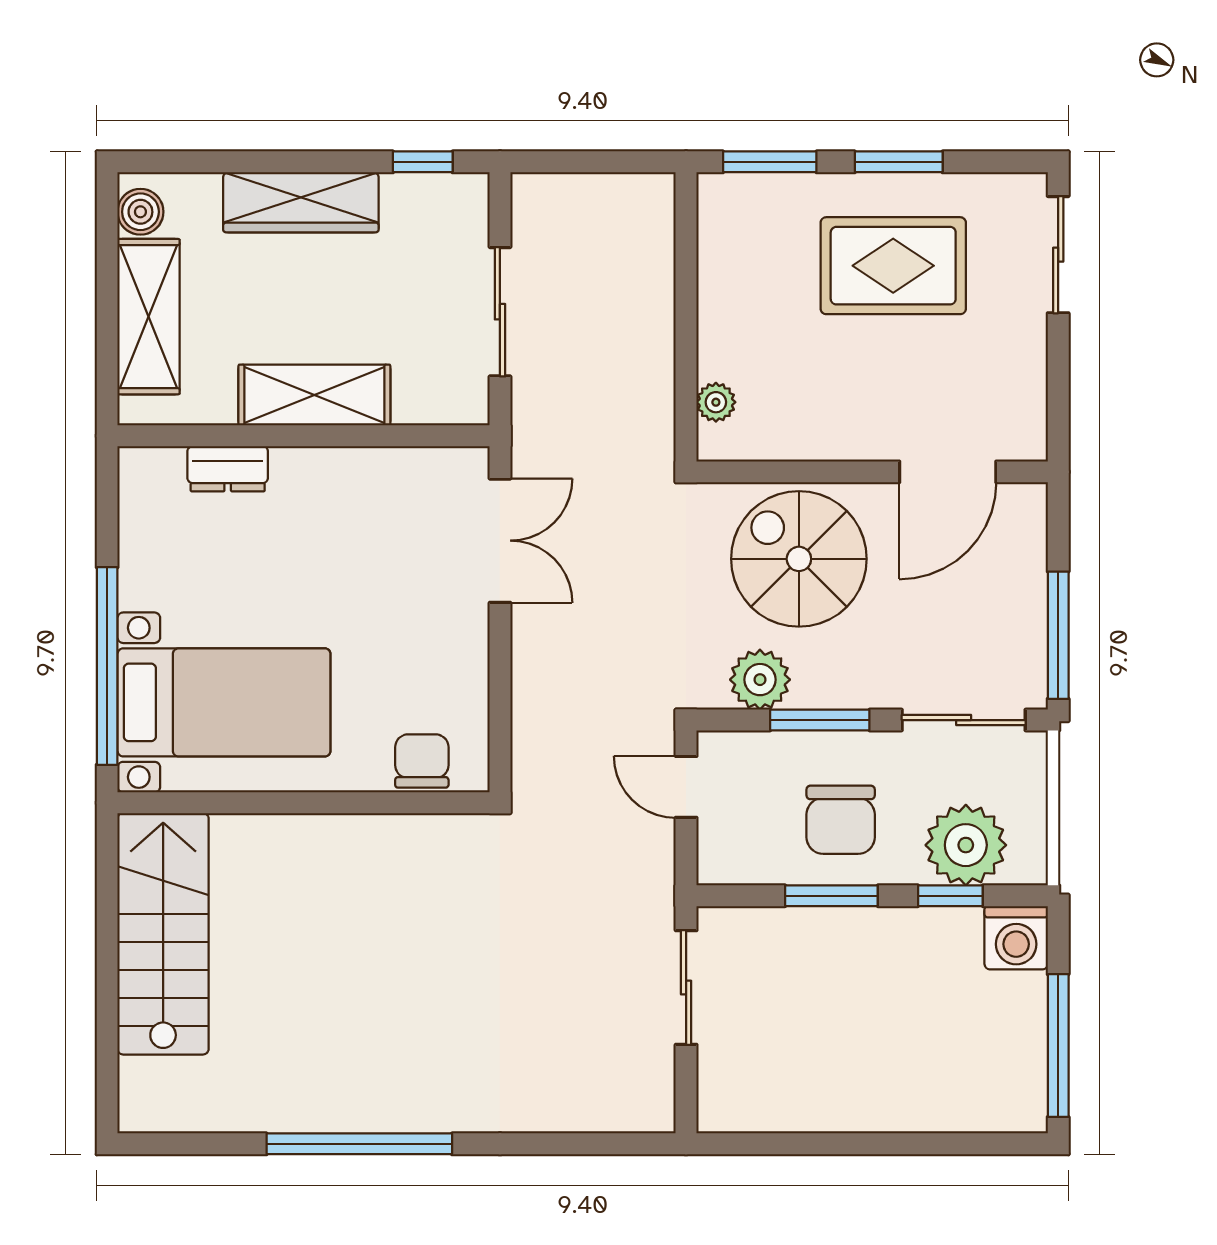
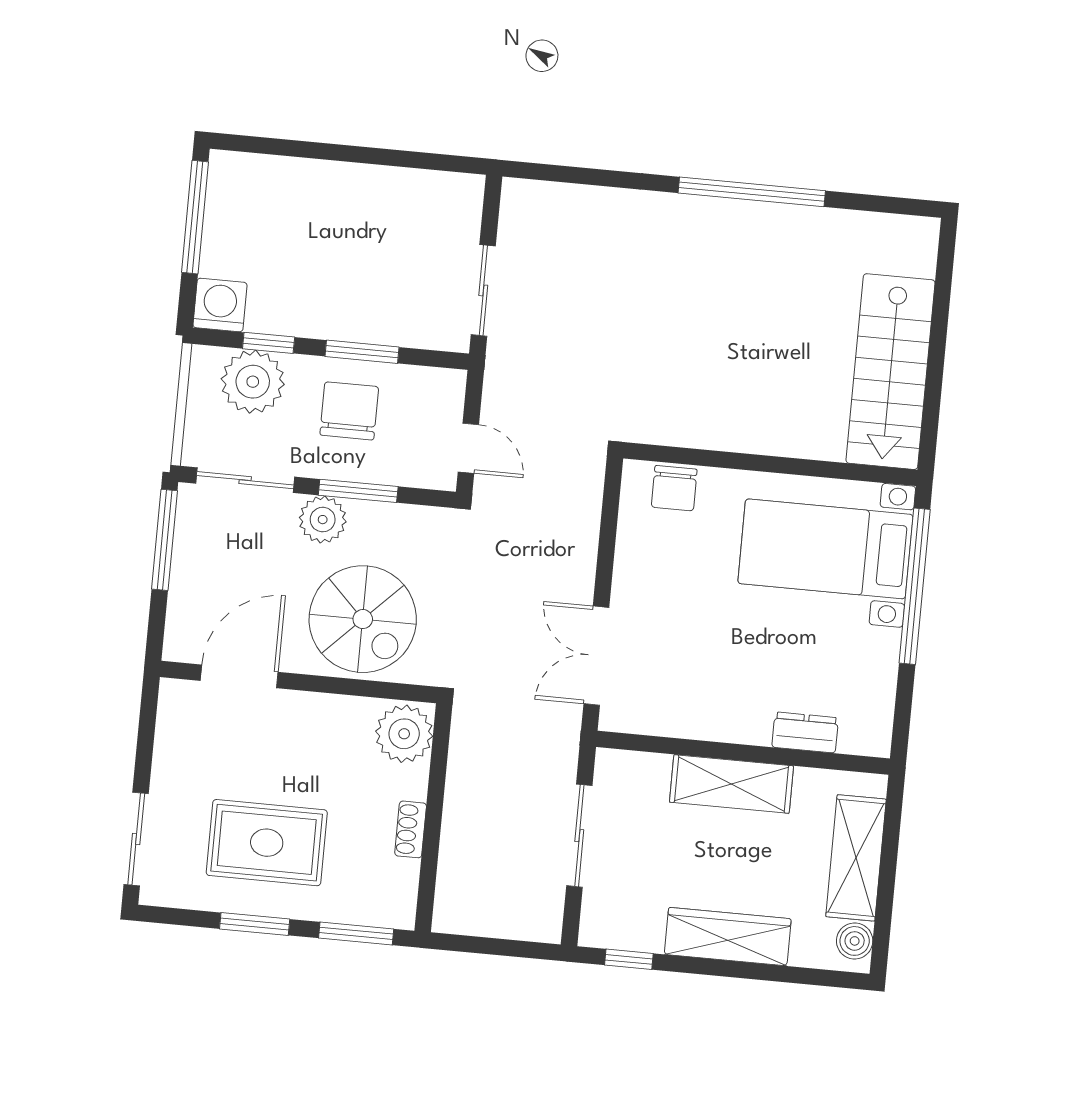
shoe rack: (713, 299) -> (411, 829), added
plant: (716, 402) -> (404, 734), width x1.88, depth x1.88
plant: (760, 680) -> (323, 520), moved

